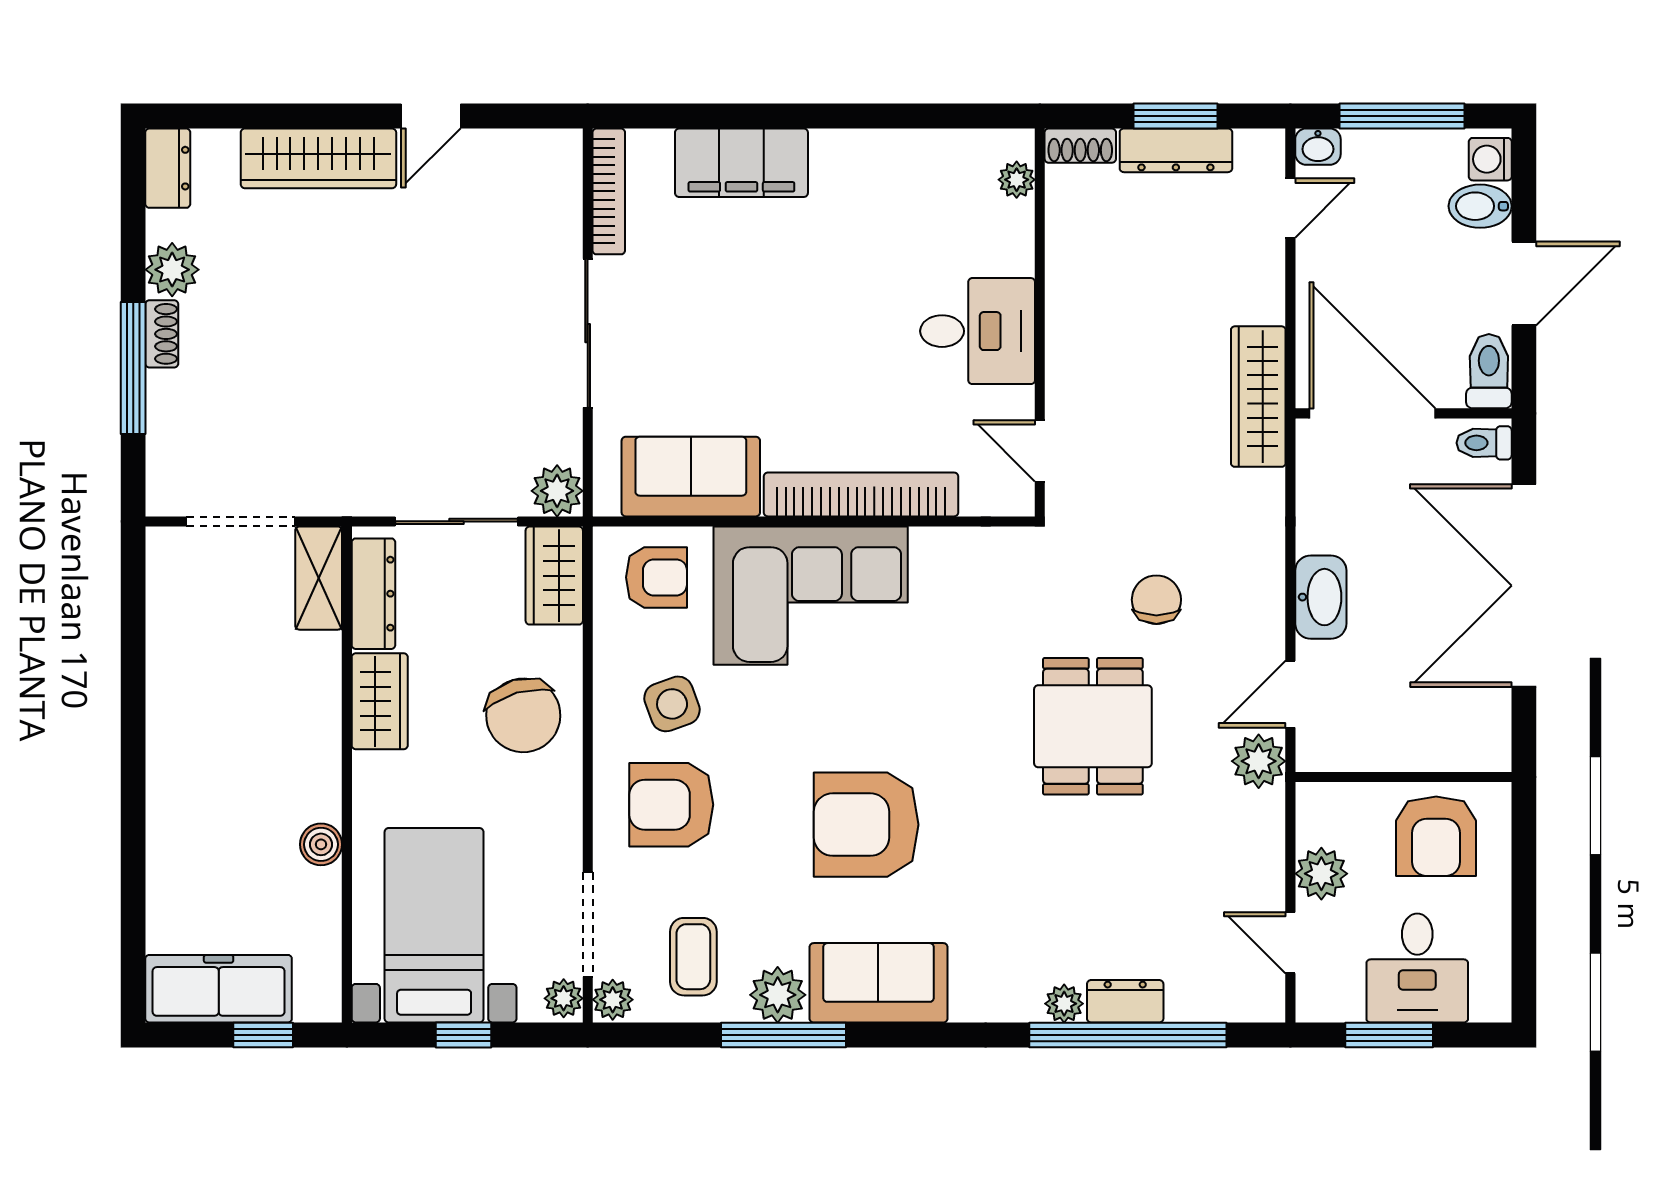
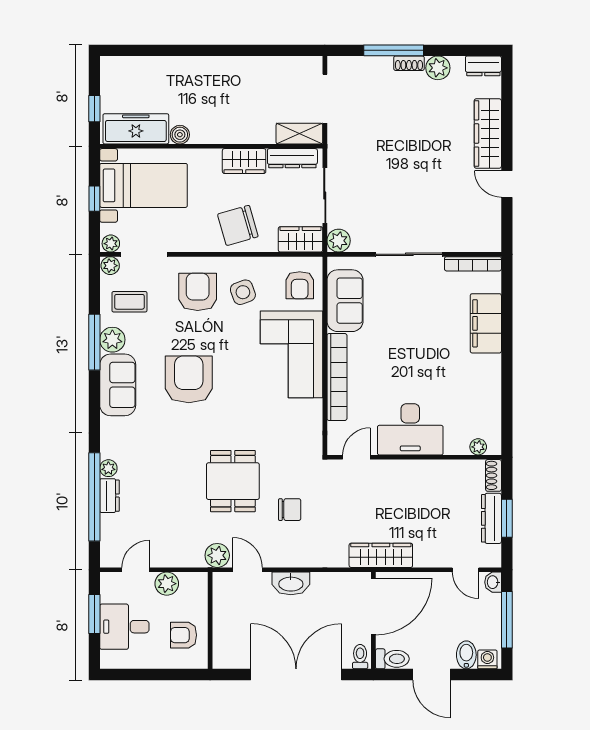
desk: (978, 331) -> (410, 429), width x1.37
dining table: (1093, 726) -> (233, 481), turned 90
armchair: (1436, 836) -> (184, 635), width x0.72, depth x0.72
freezer: (219, 989) -> (136, 129), moved, turned -90

